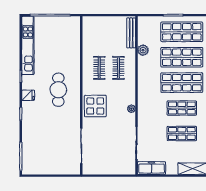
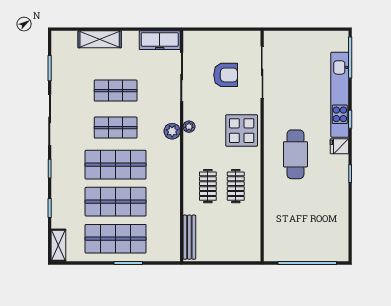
kitchen unit: (28, 45) -> (340, 95), moved
plant: (143, 50) -> (172, 131), moved
armchair: (106, 144) -> (226, 75), added

